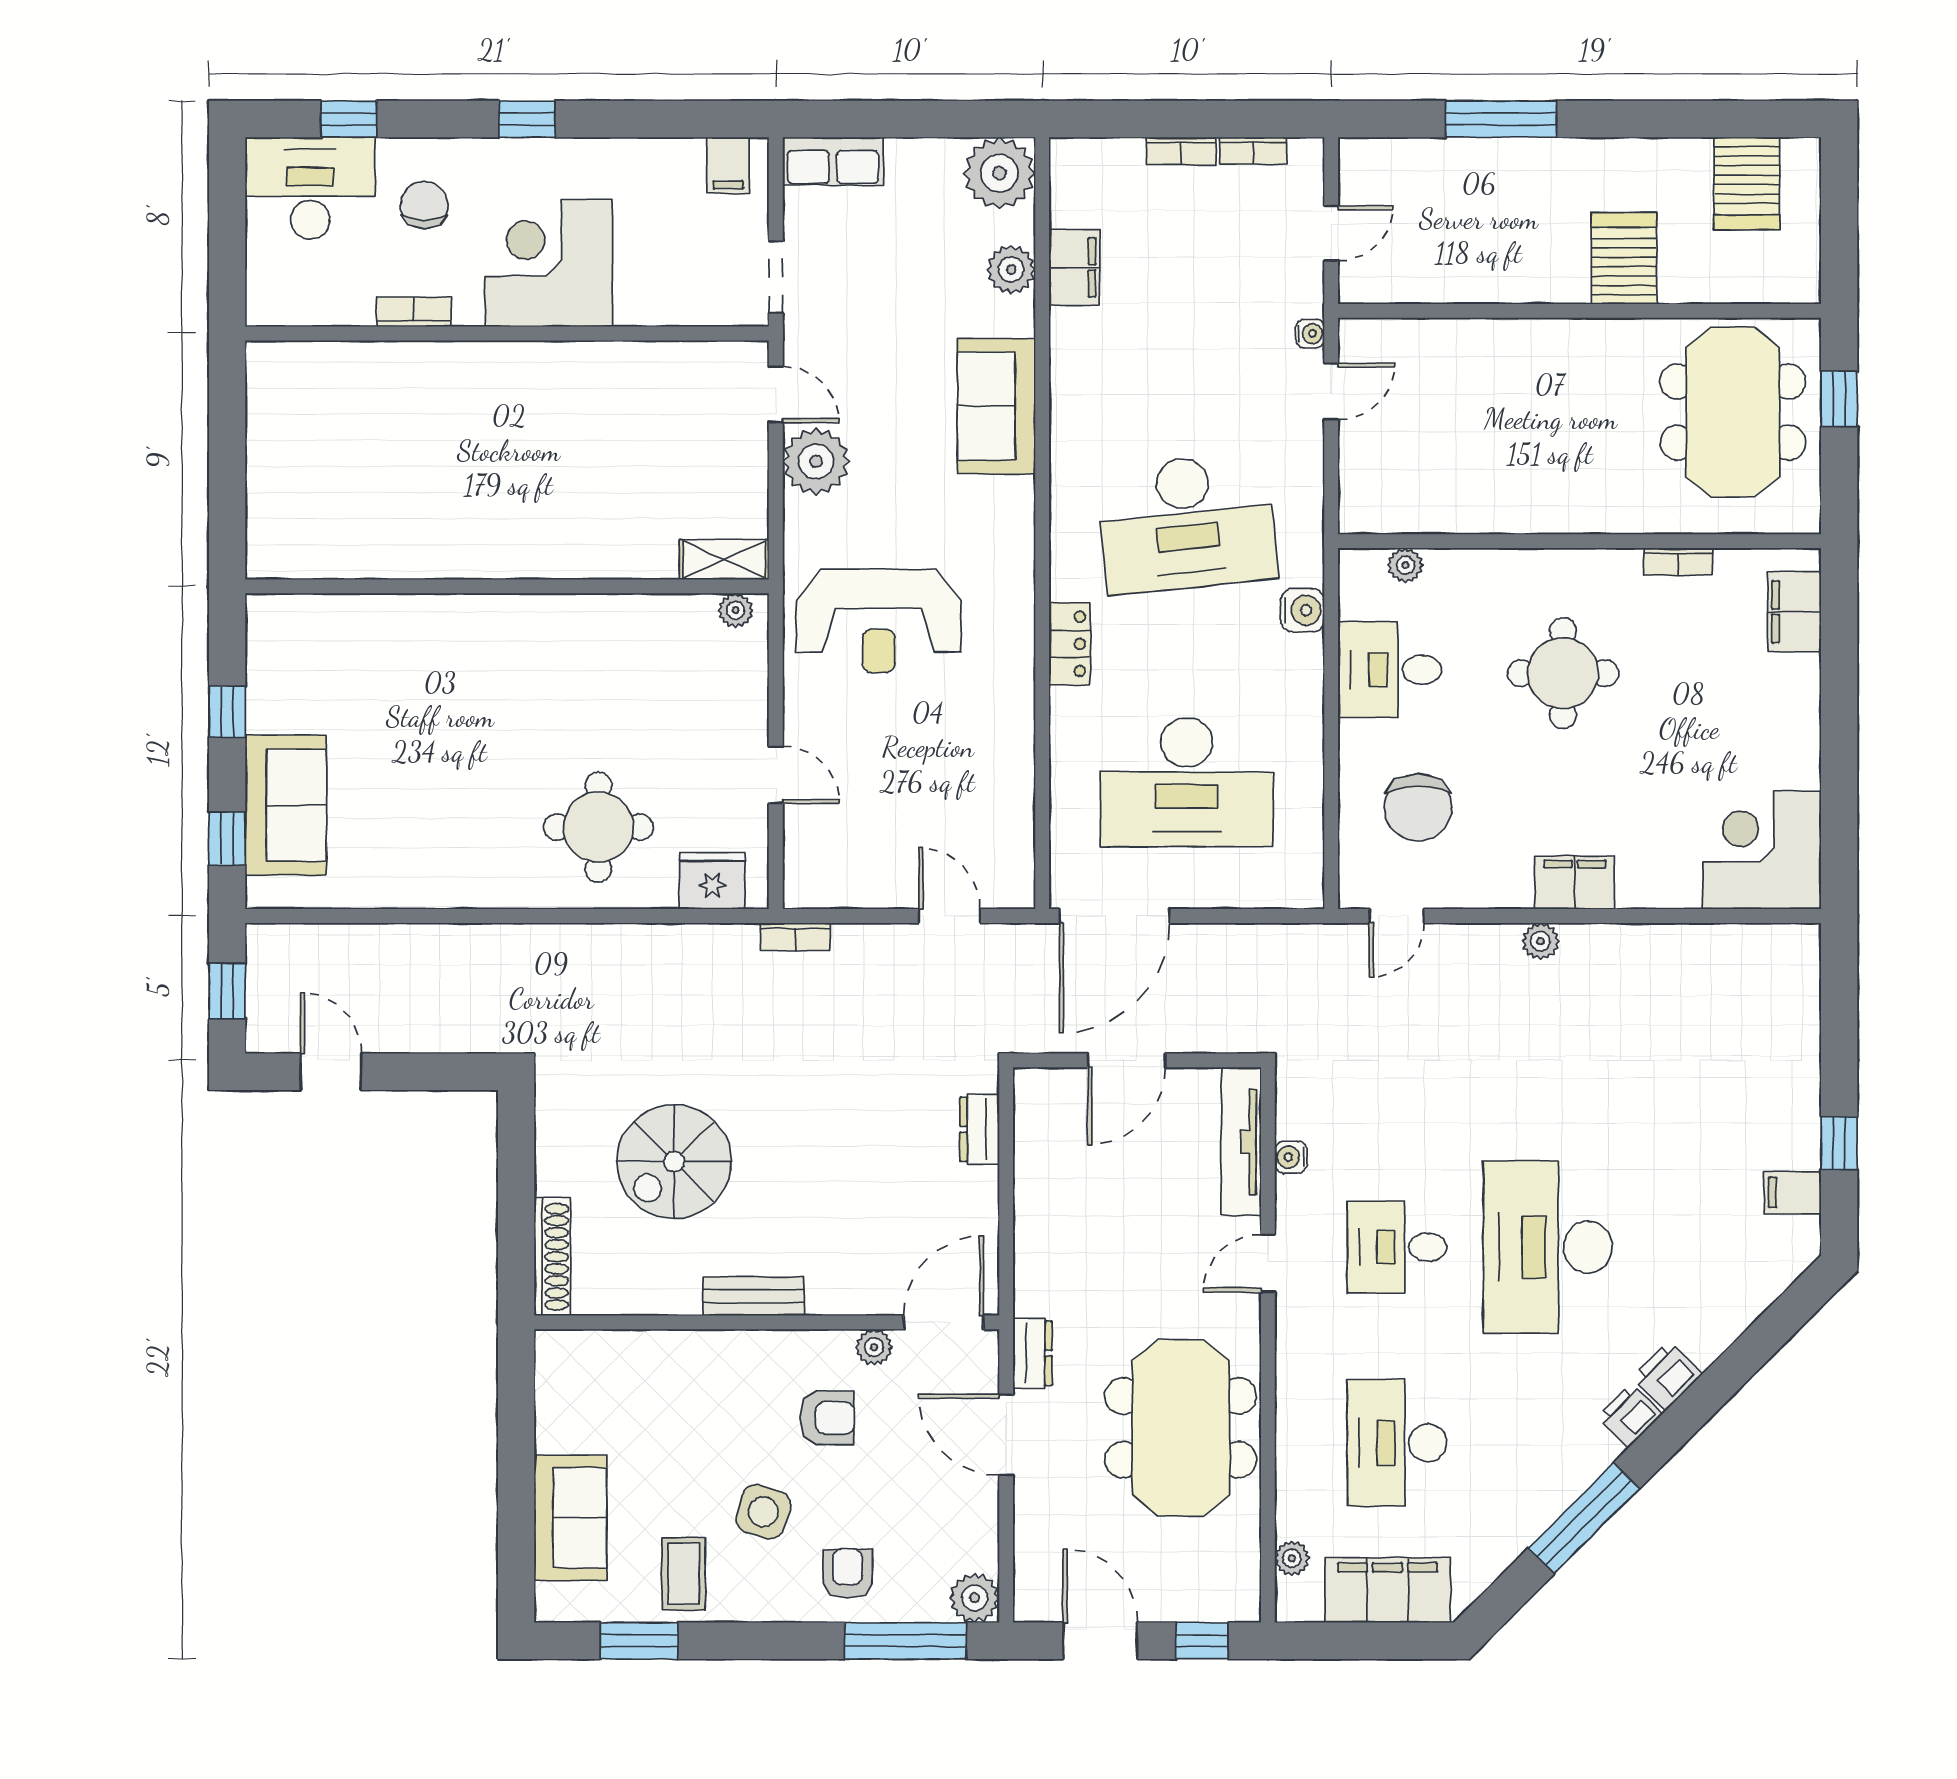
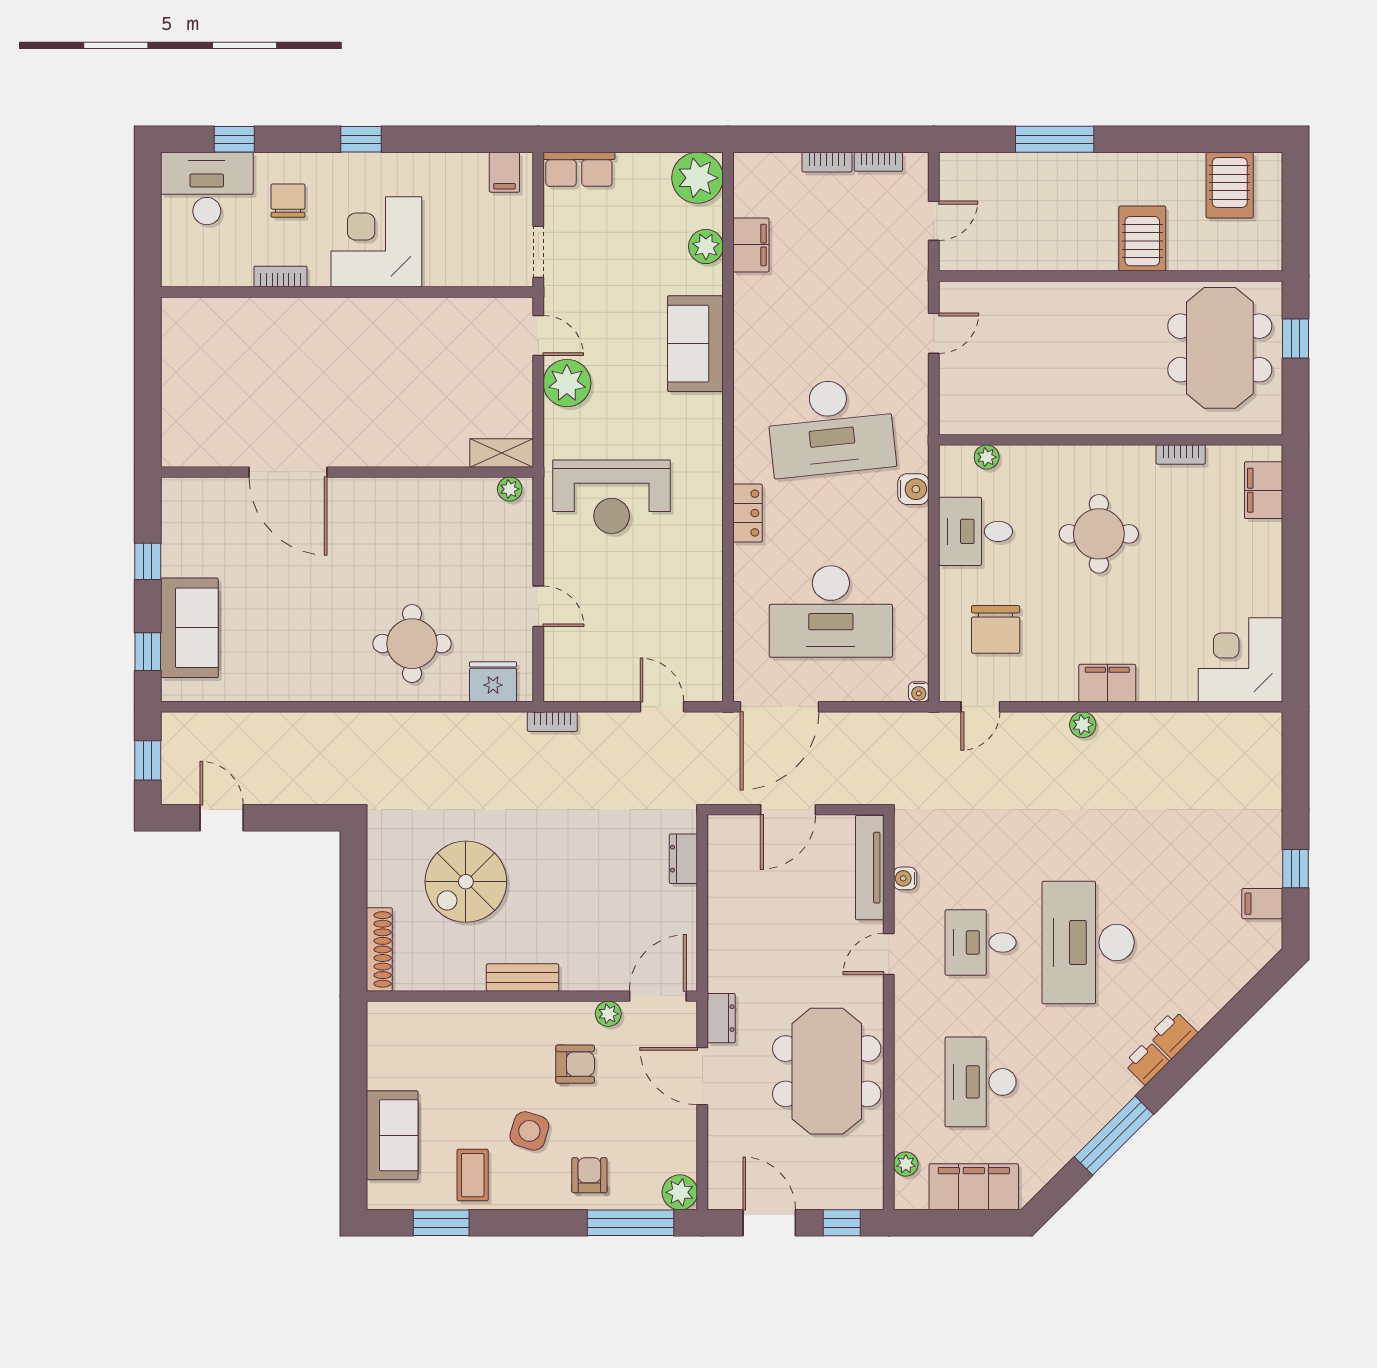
water cooler: (1310, 334) -> (919, 692), moved, turned 90
door: (424, 586) -> (288, 472), added

